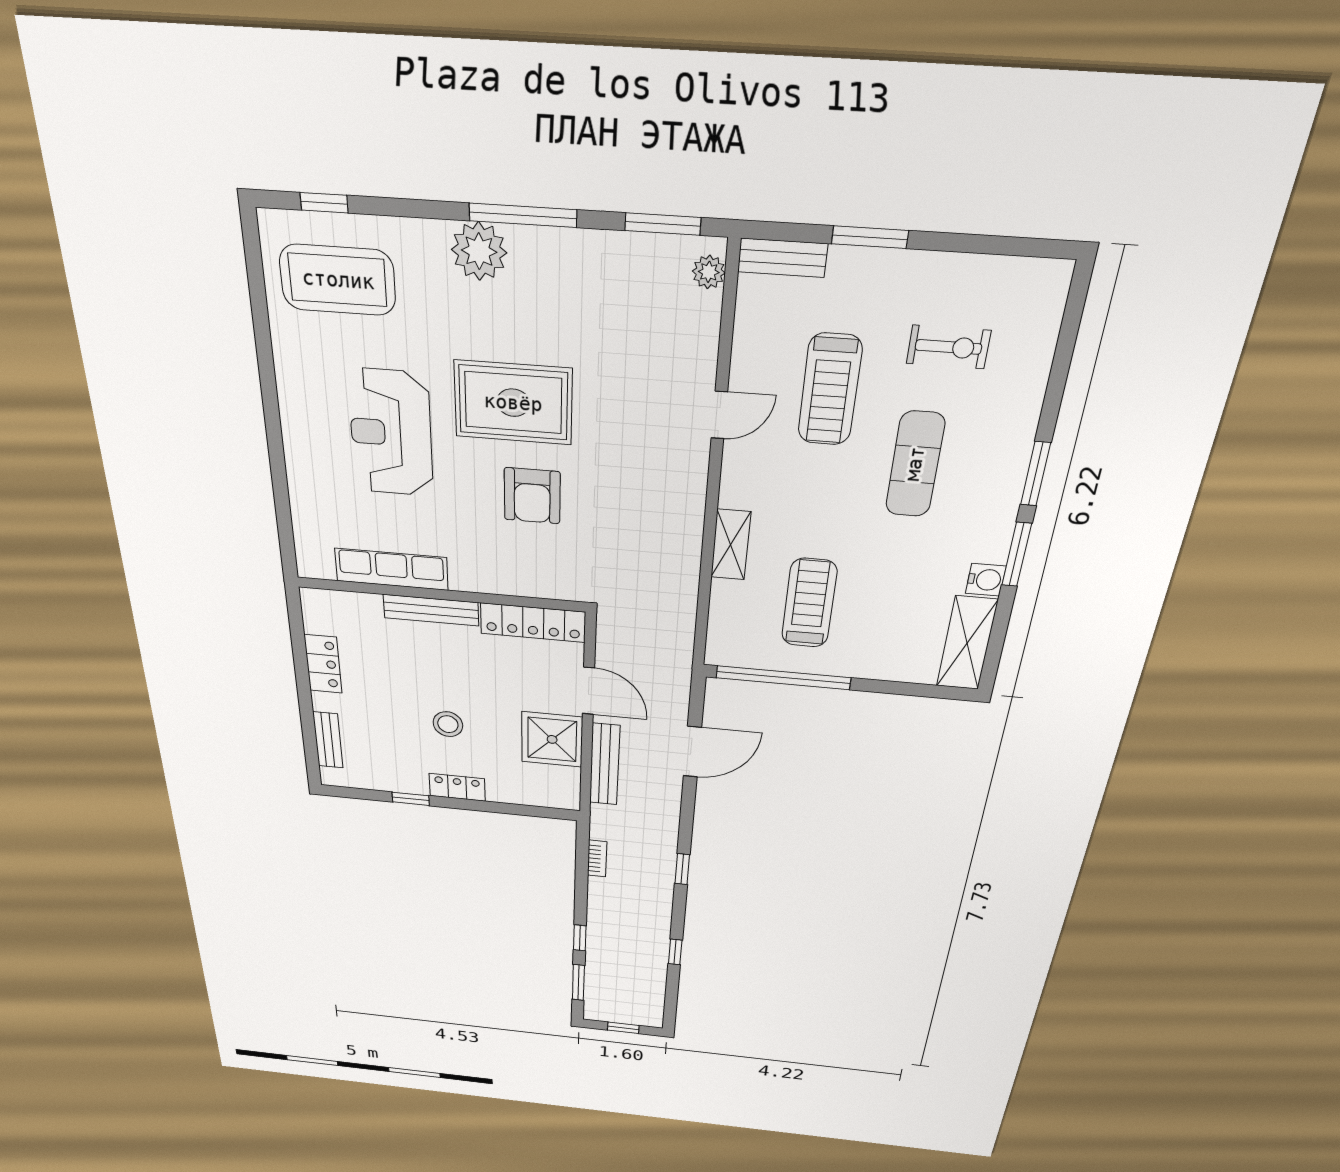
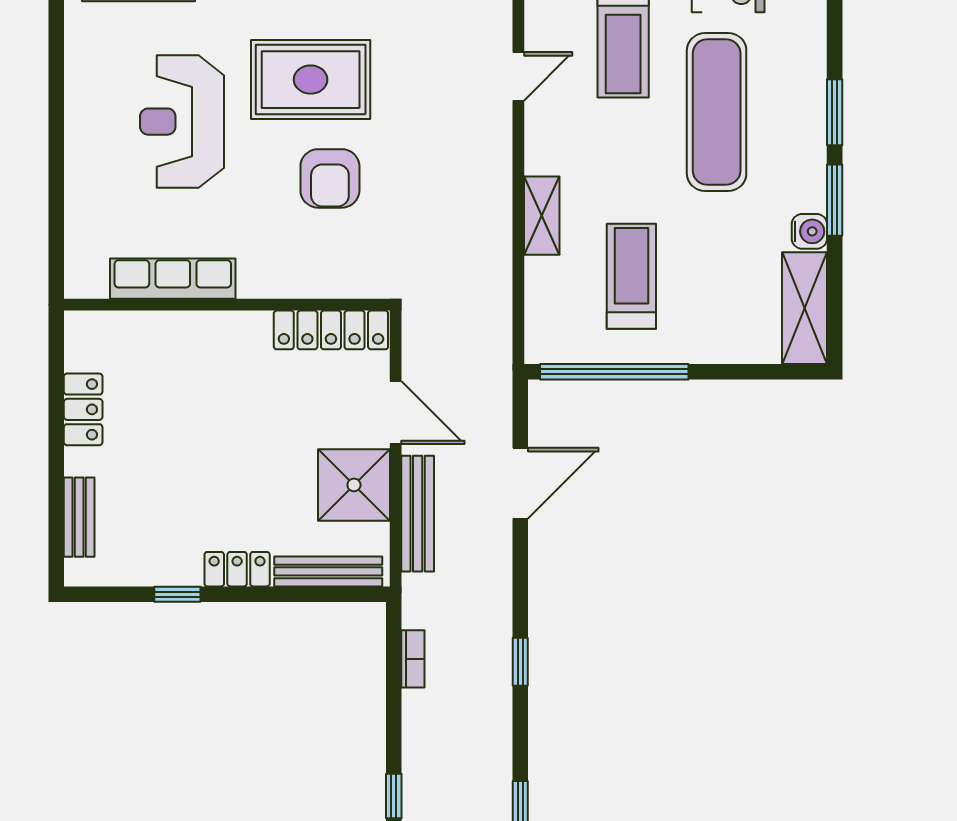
exercise mat: (915, 464) -> (717, 112), width x1.36, depth x1.45
bench: (431, 610) -> (328, 571), moved
stool: (448, 724) -> (229, 477), removed

